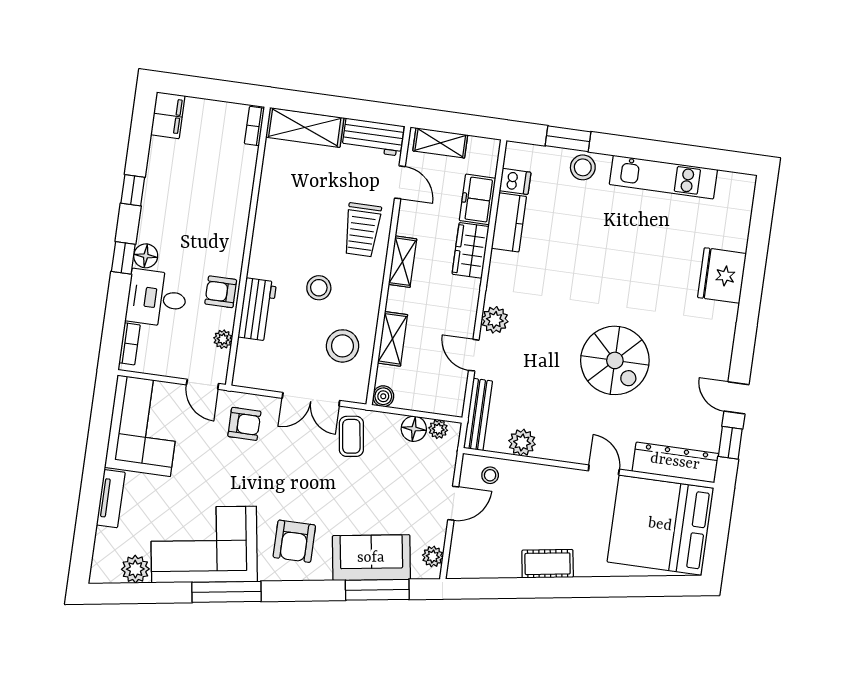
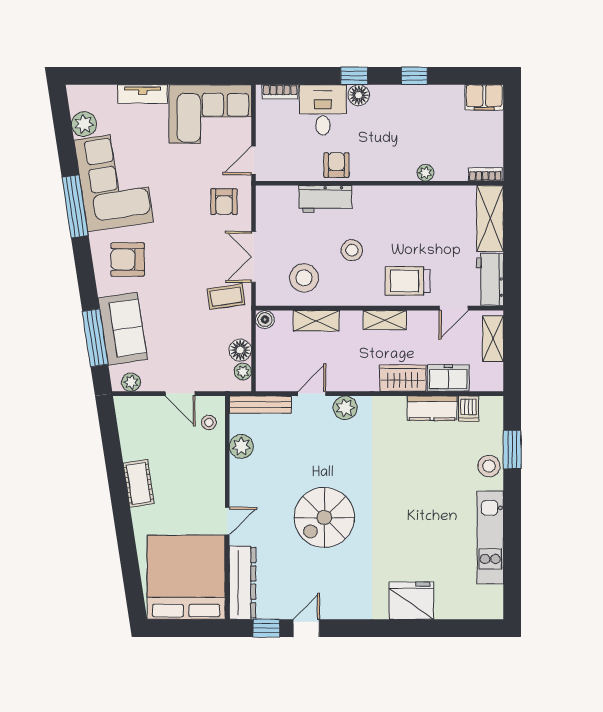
plant: (223, 339) -> (425, 173), moved

